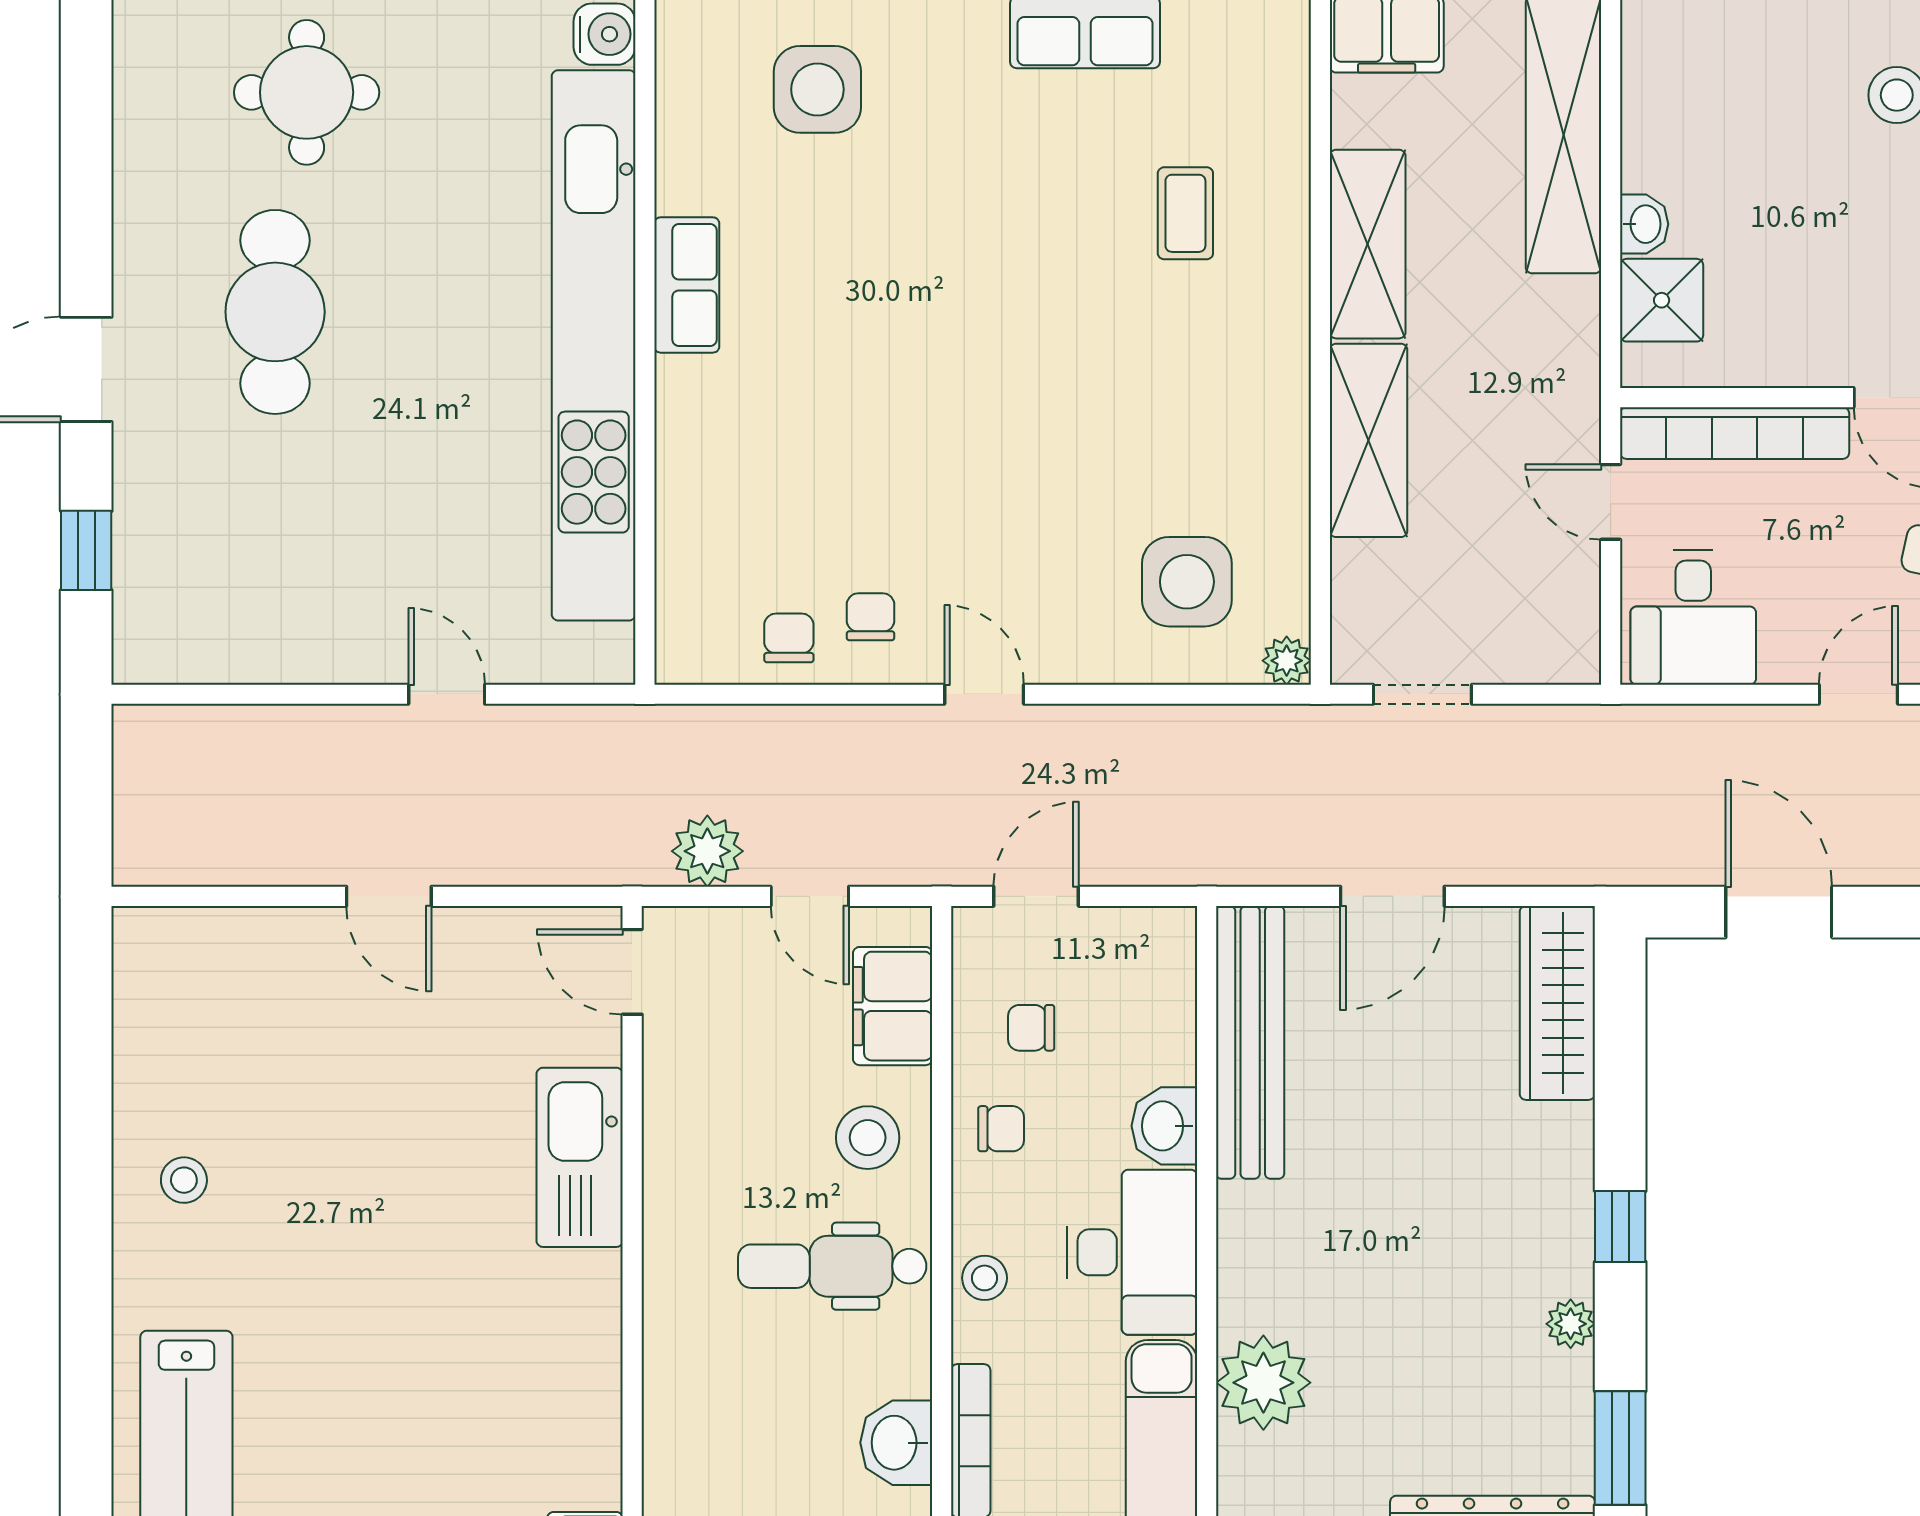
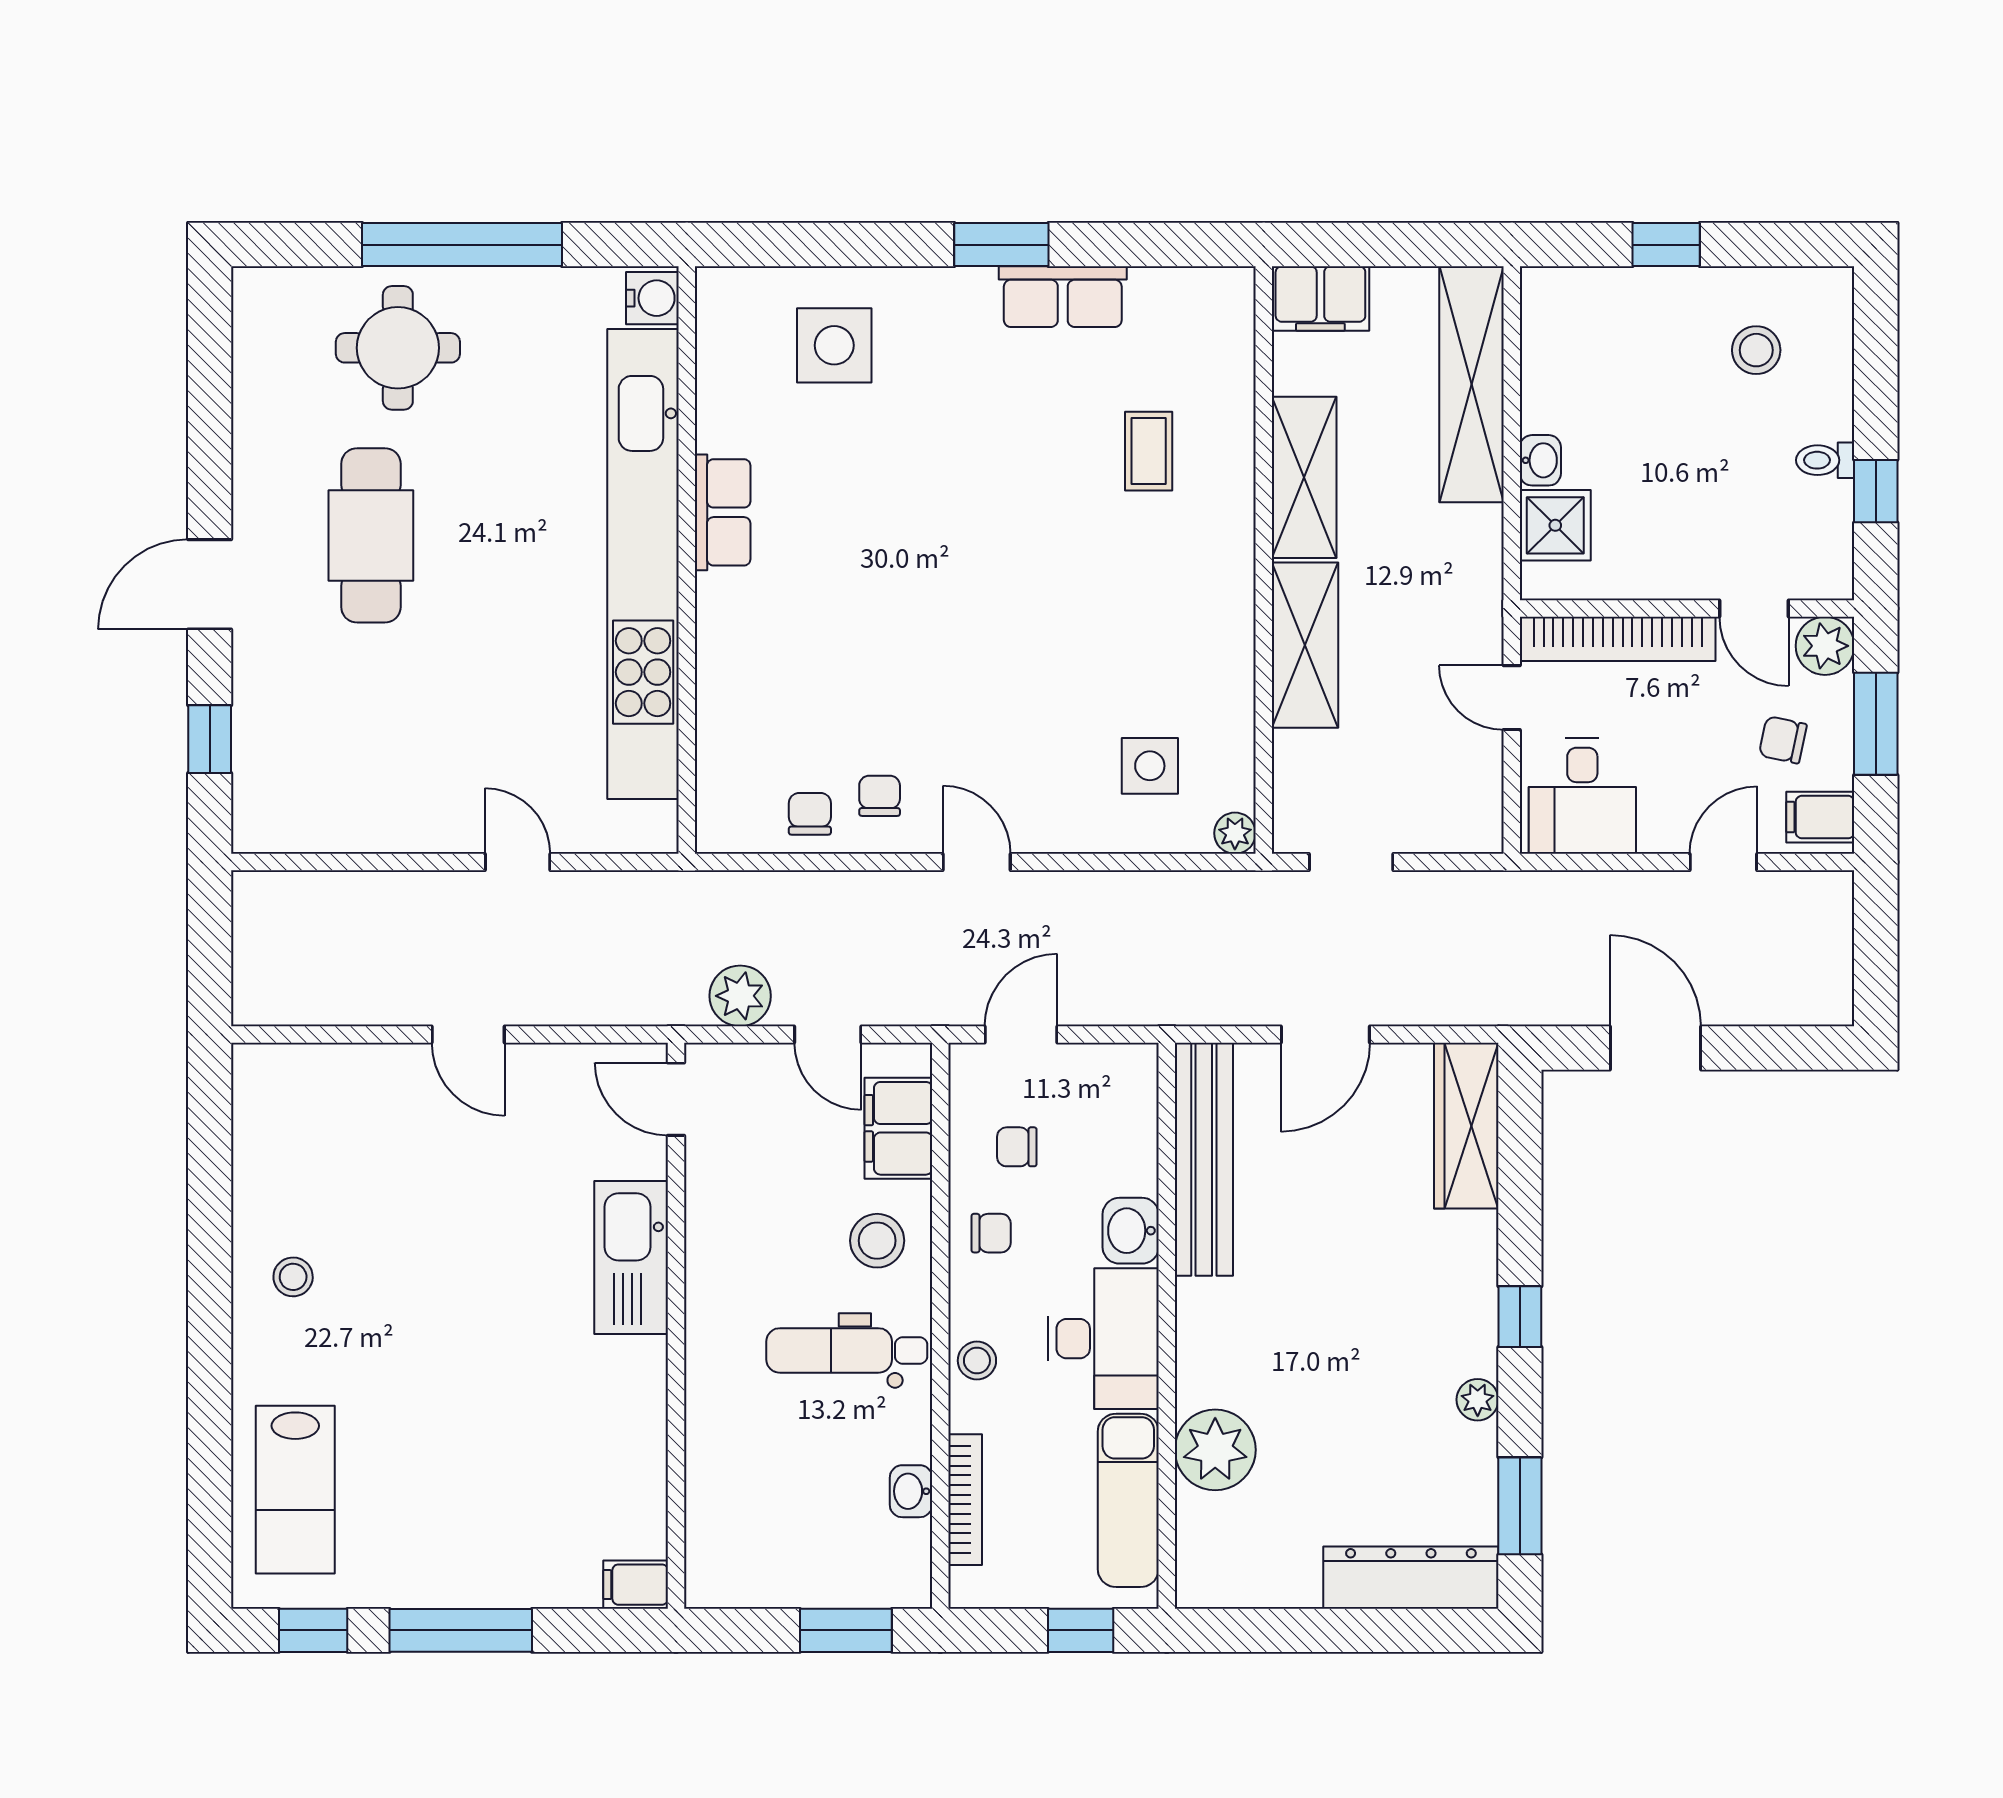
side table: (1187, 582) -> (1150, 766), width x0.73, depth x0.73
washbasin: (896, 1443) -> (911, 1491), width x0.72, depth x0.69

